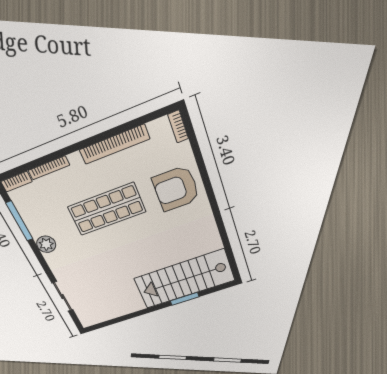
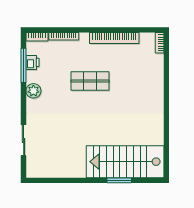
armchair: (176, 189) -> (144, 85), removed
shop shelf: (107, 209) -> (90, 81), width x0.70, depth x0.74
printer: (28, 214) -> (33, 62), added

